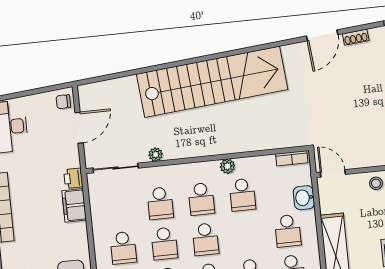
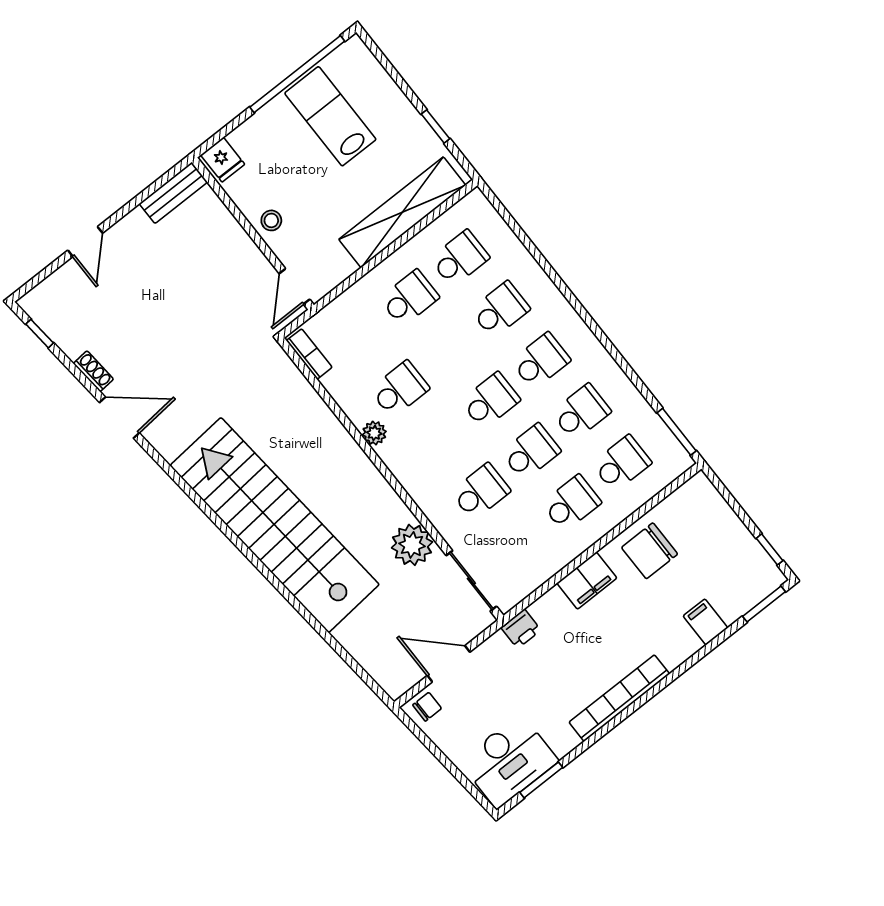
chair: (63, 102) -> (427, 707), turned -90
plant: (156, 155) -> (412, 545), width x1.88, depth x1.88
washbasin: (304, 198) -> (352, 304), removed
school desk: (201, 199) -> (440, 440), removed
filing cabinet: (74, 205) -> (587, 581), moved

